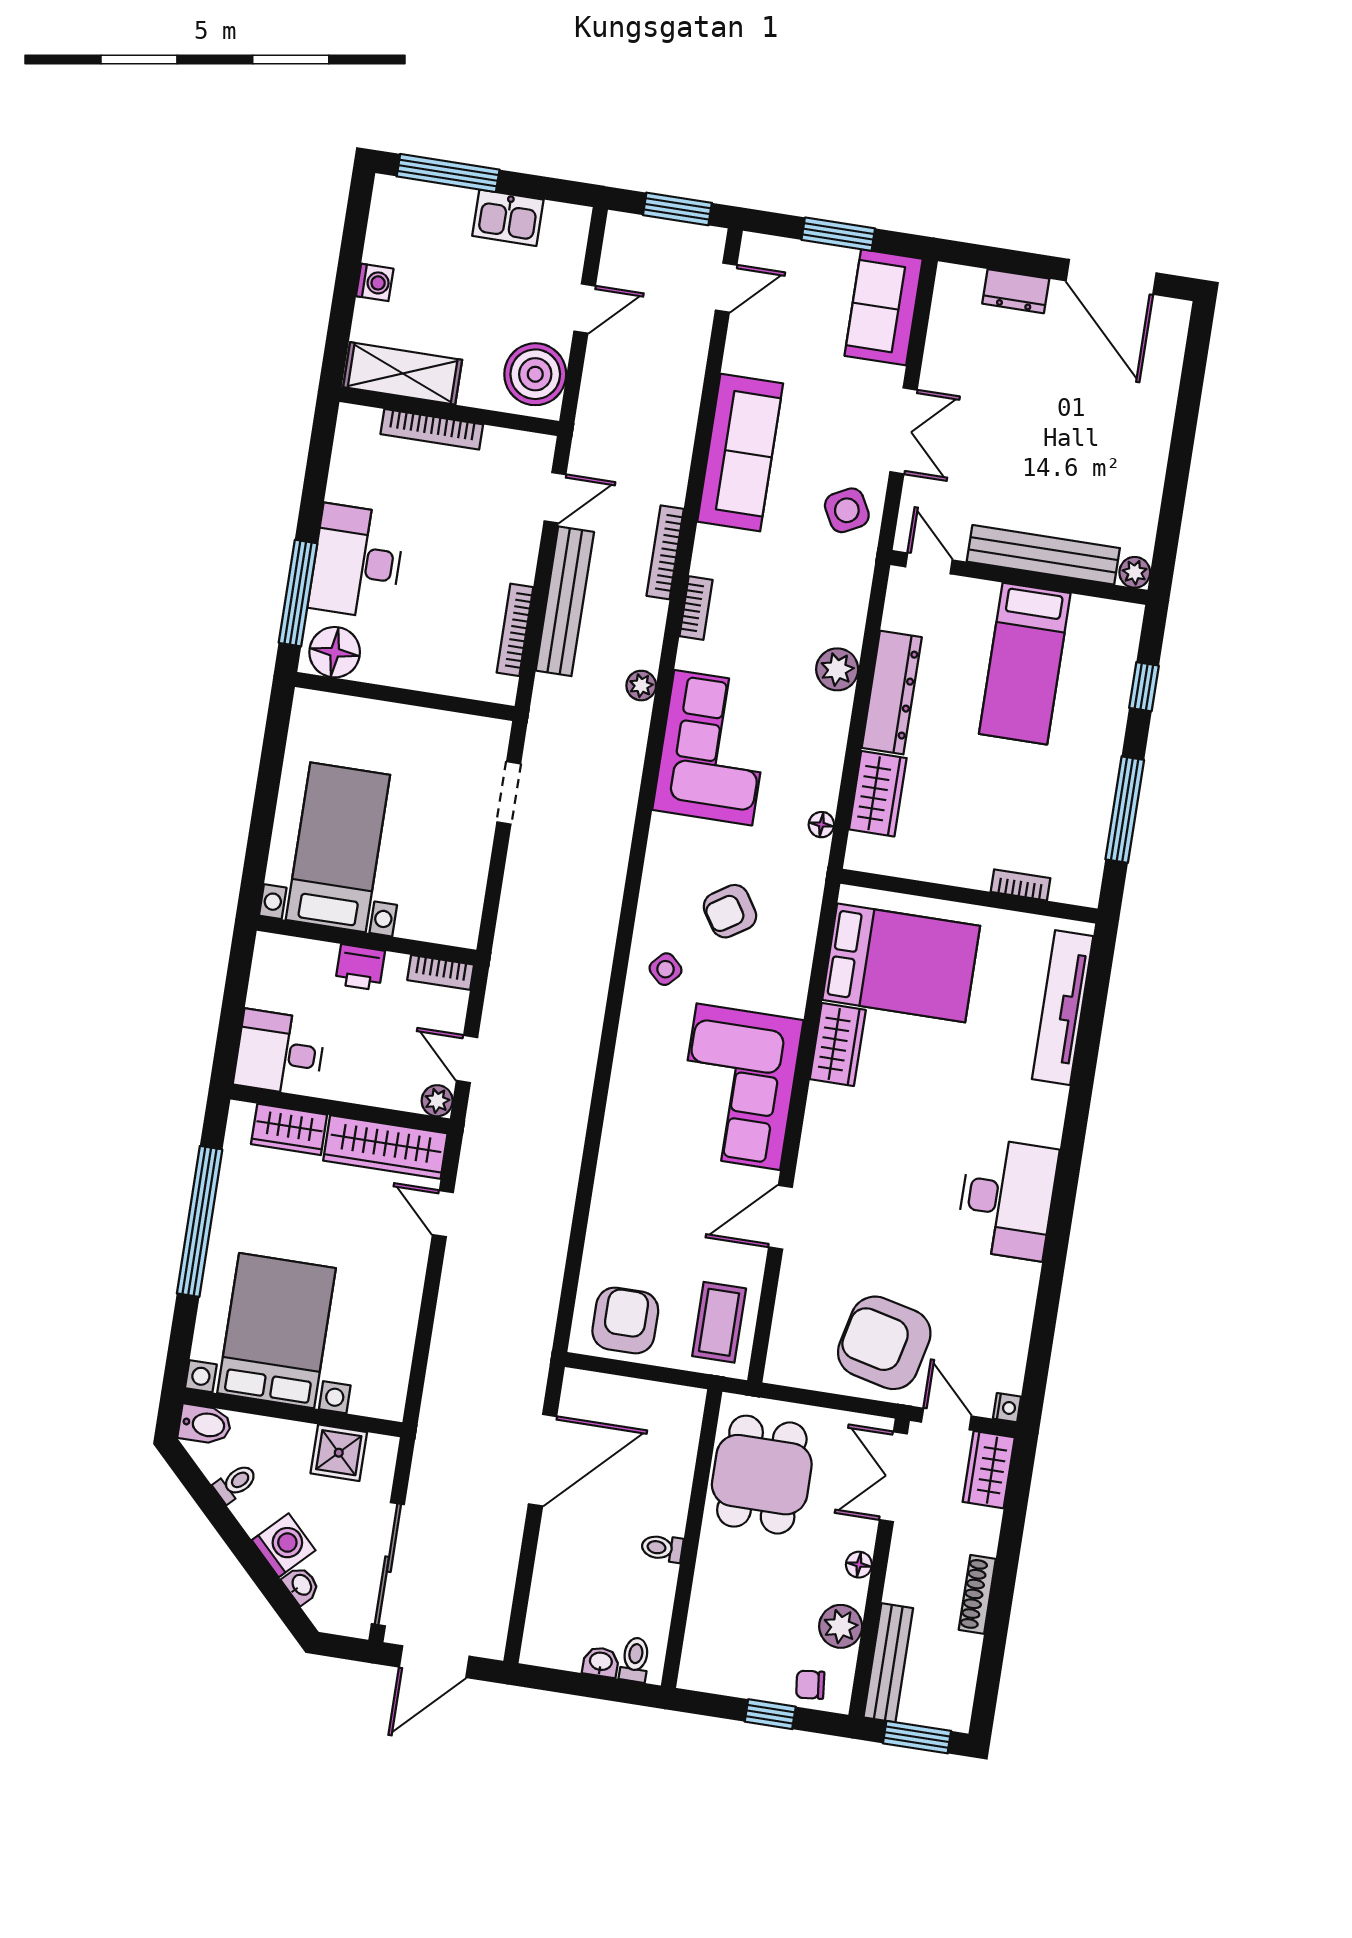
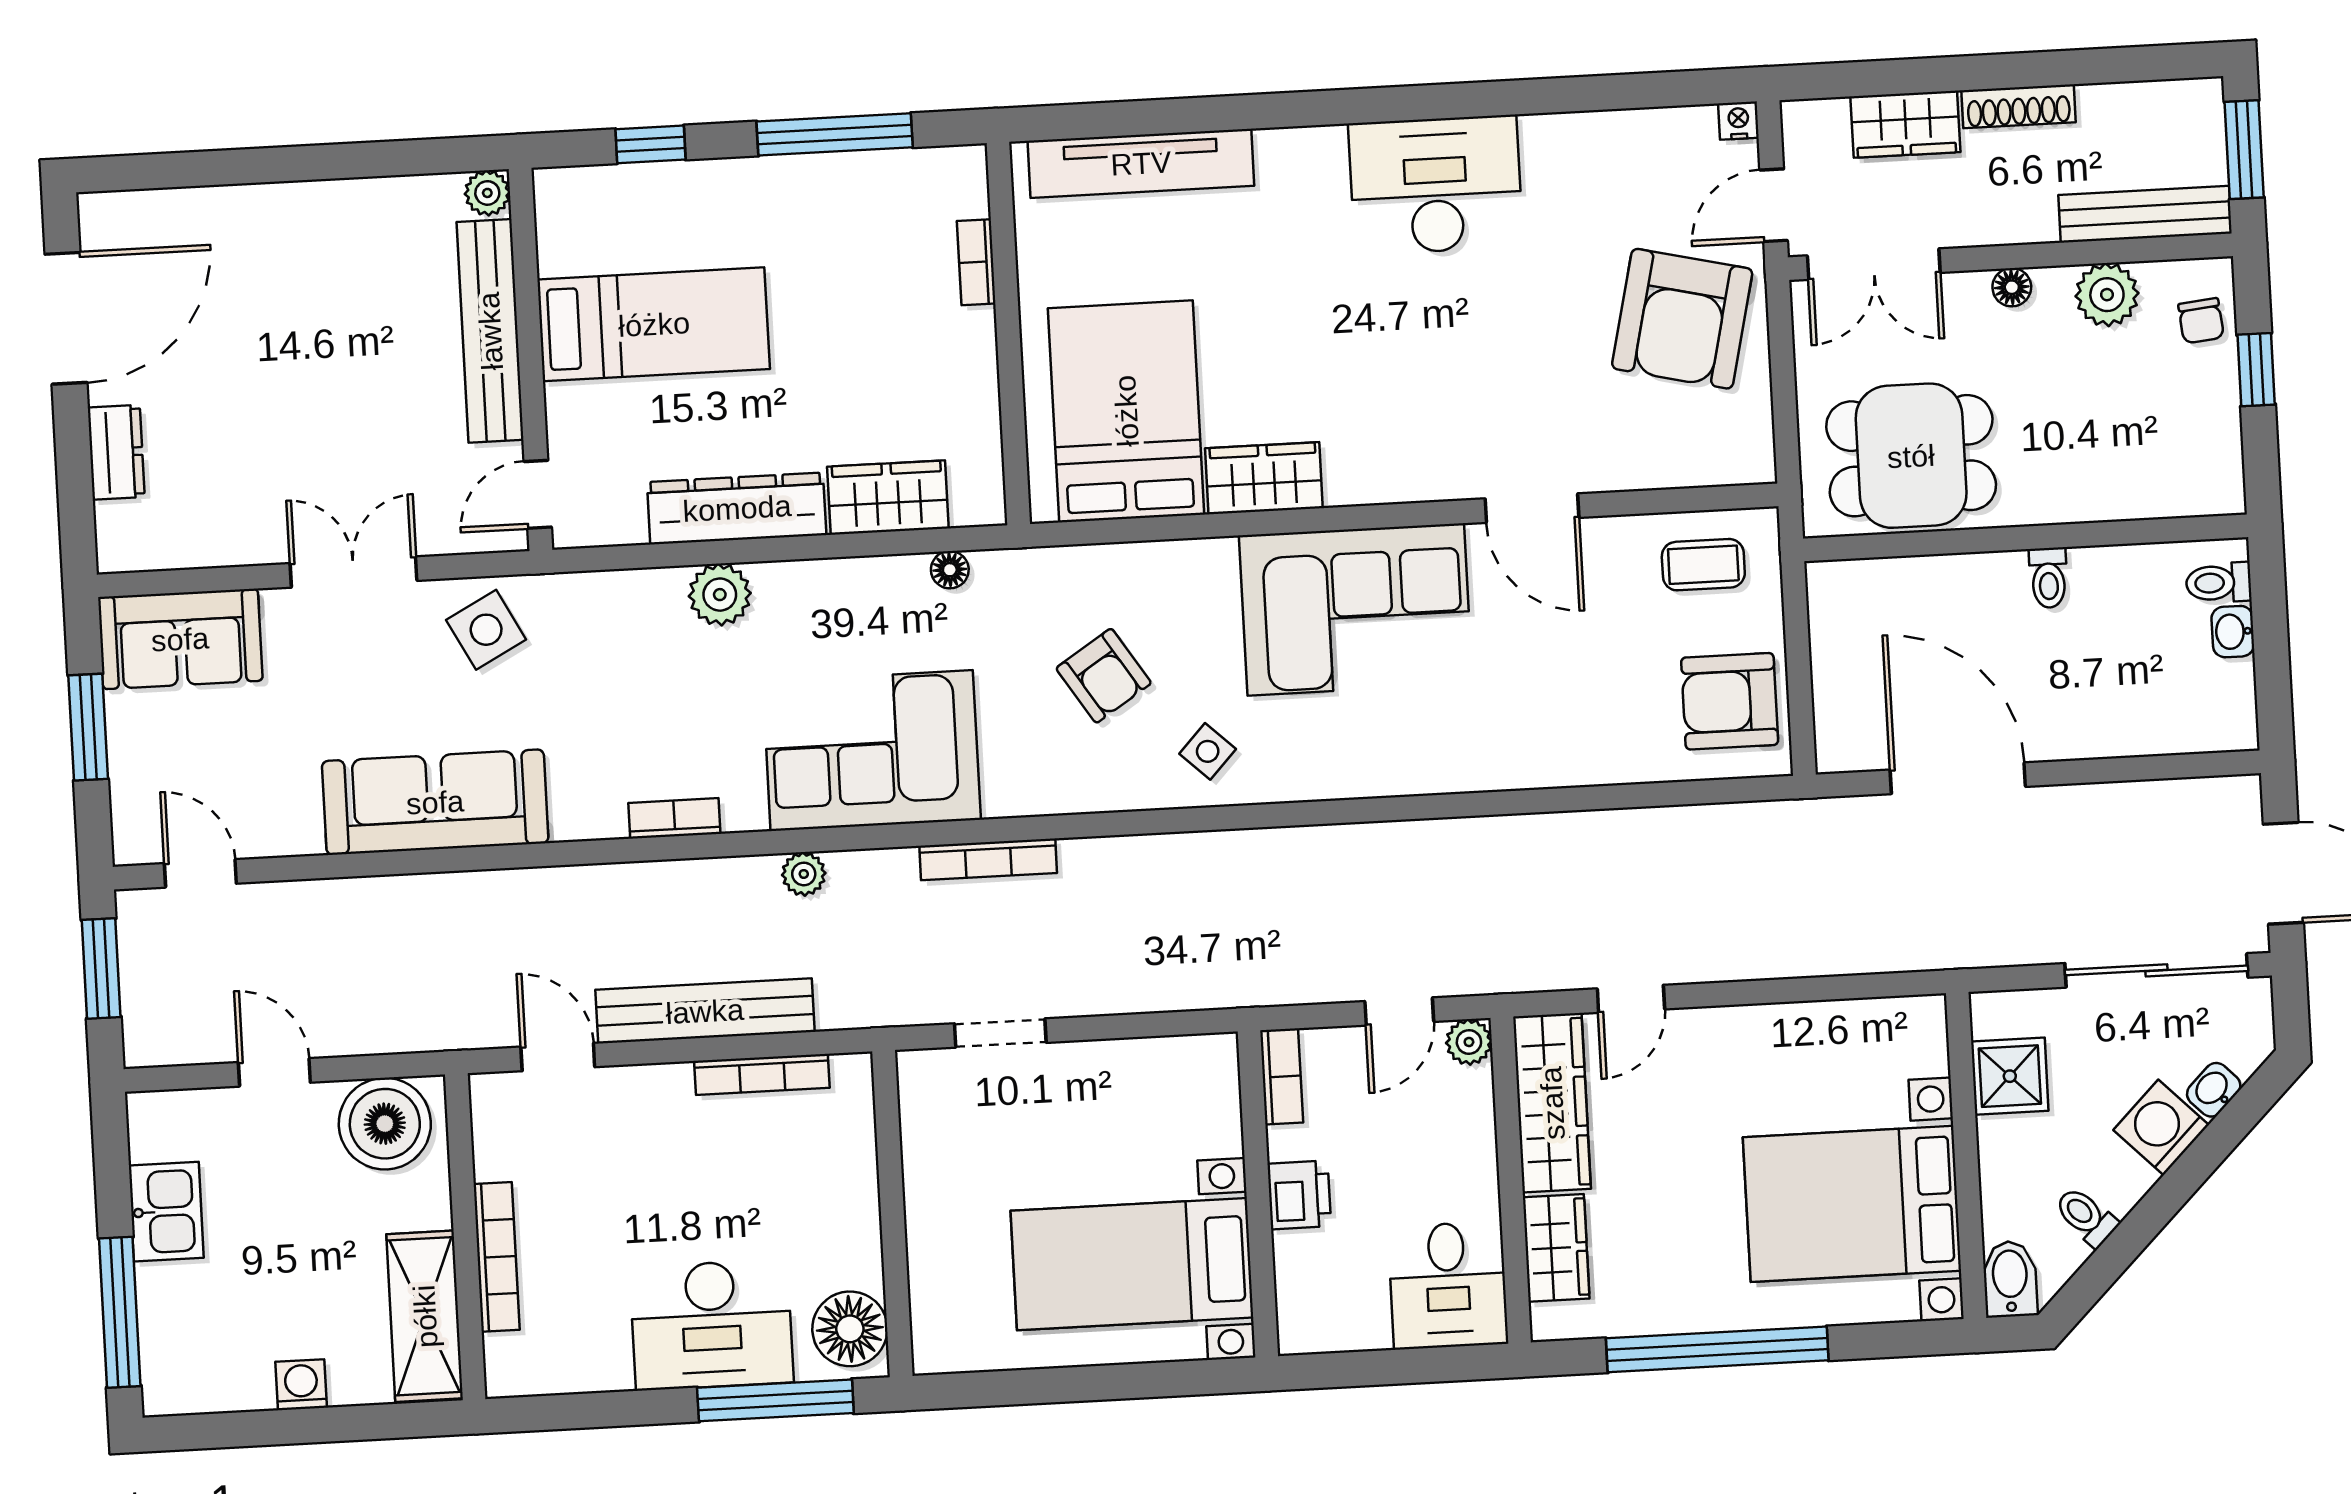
bookcase: (665, 552) -> (988, 859), moved
coffee table: (719, 1322) -> (1703, 565), width x0.73, depth x0.77
wardrobe: (989, 1470) -> (1905, 124), moved

